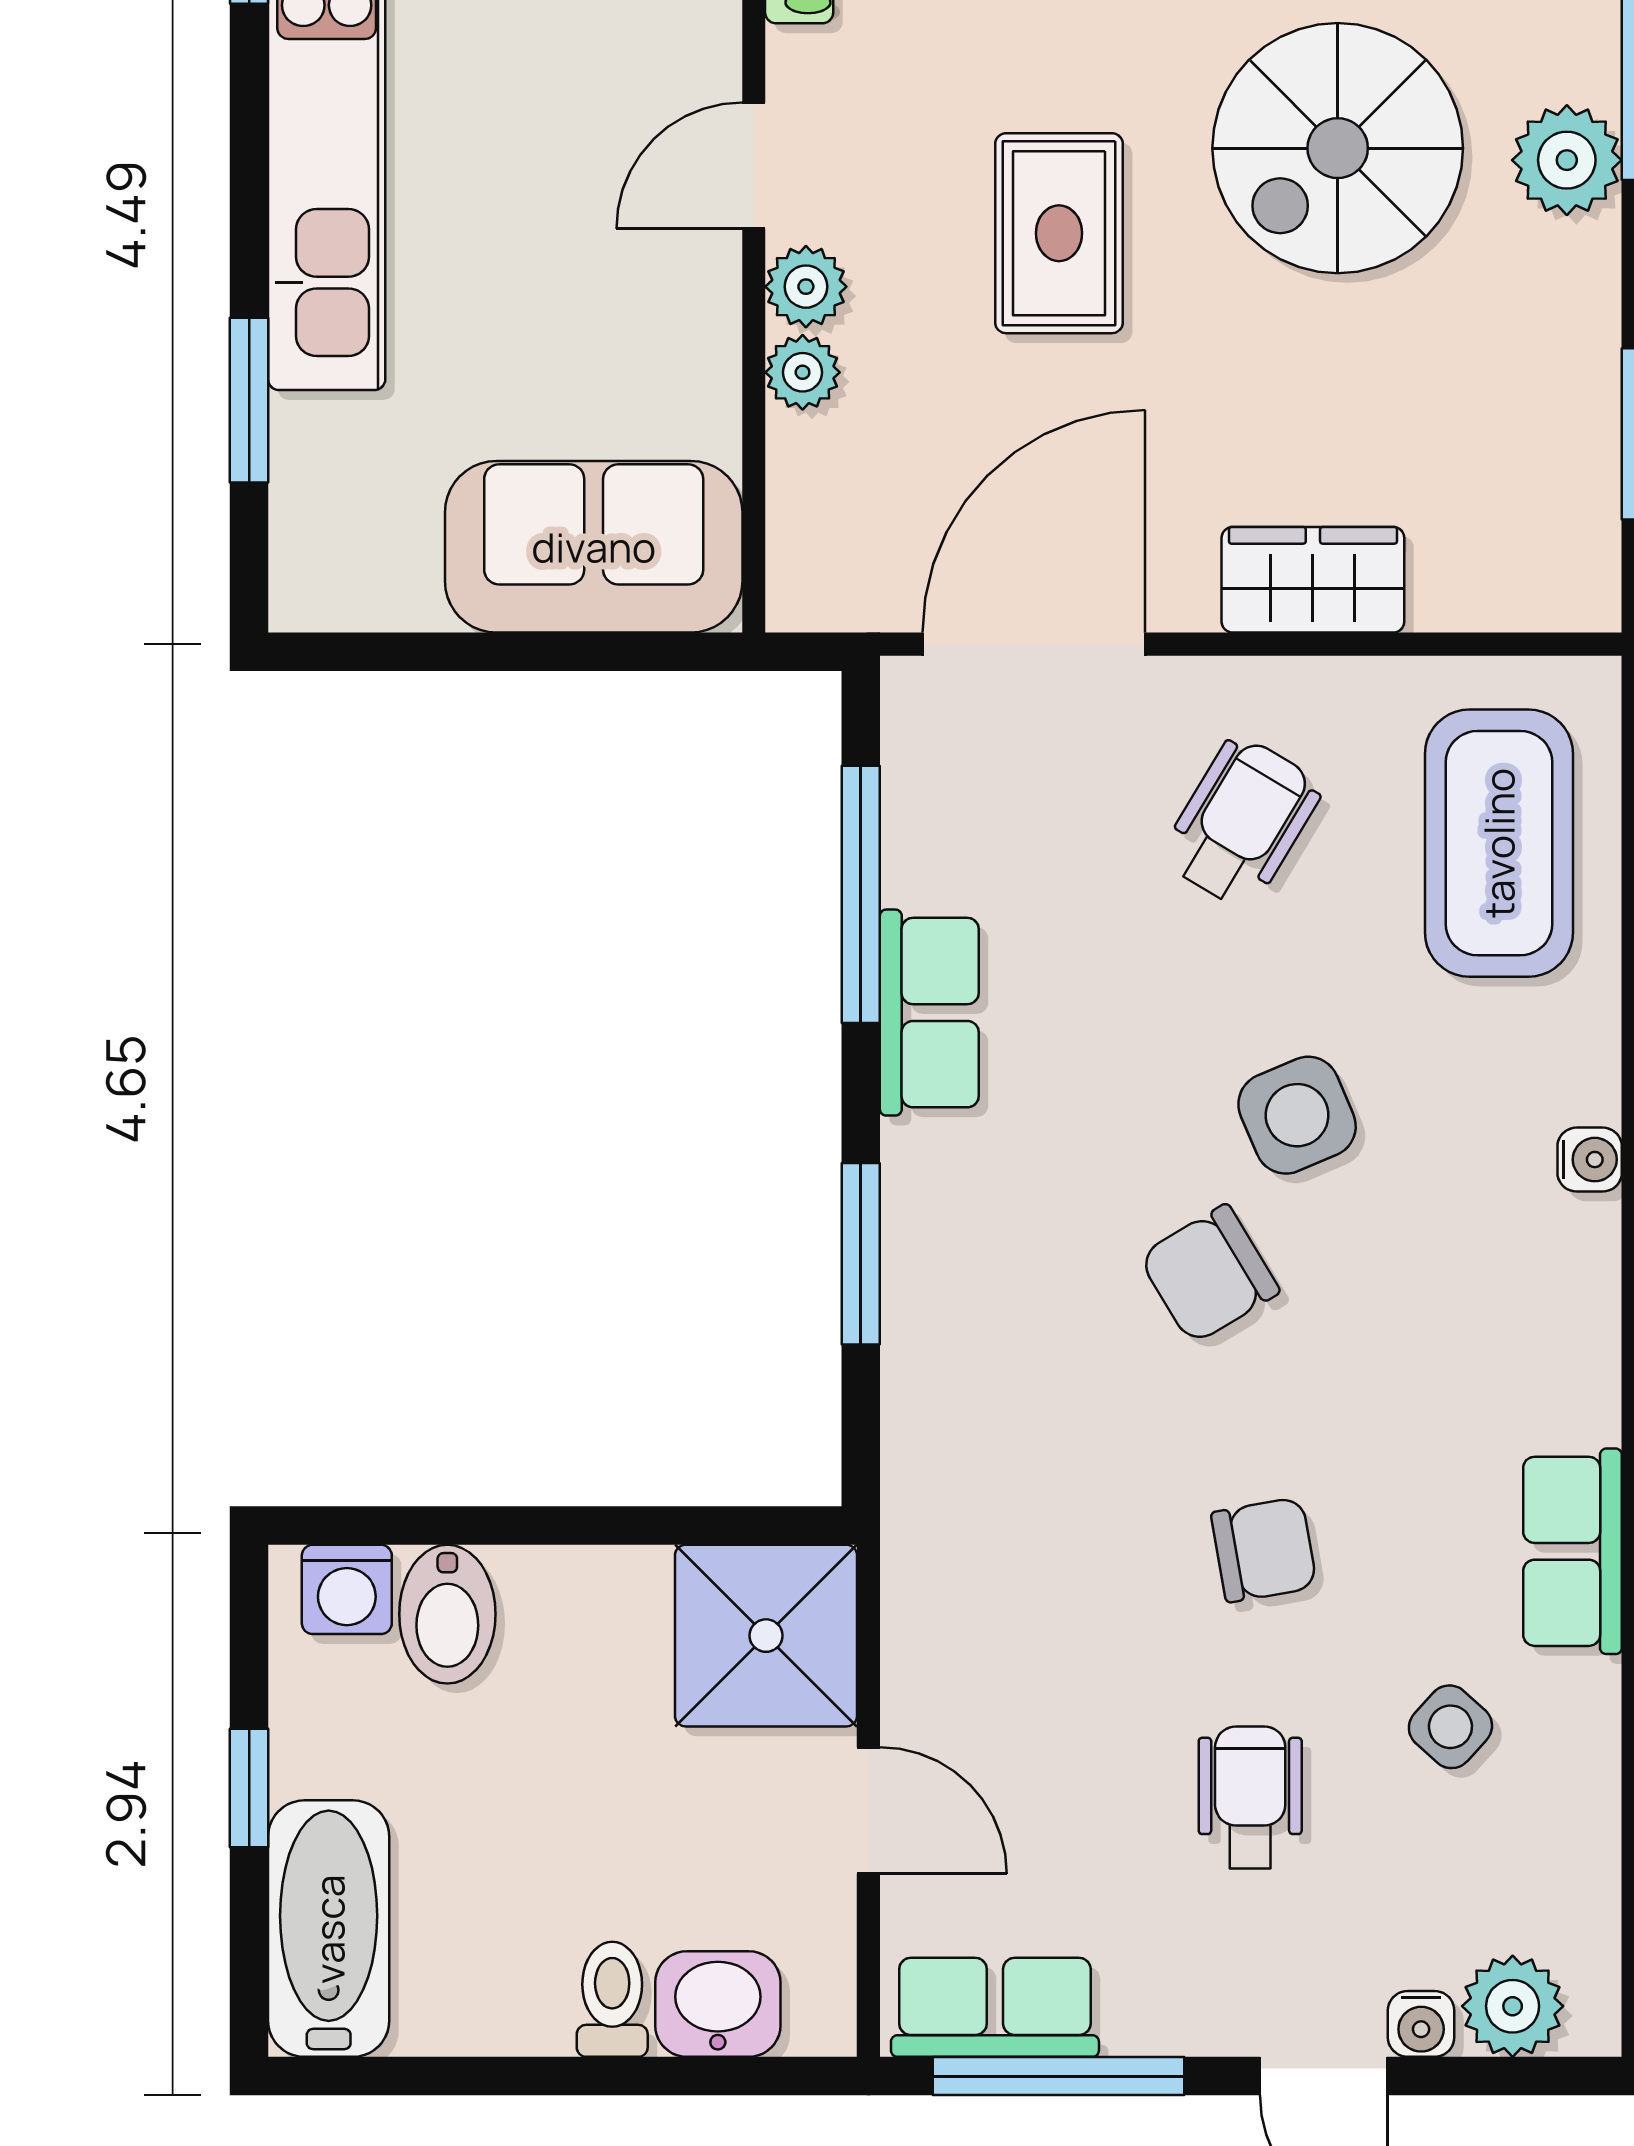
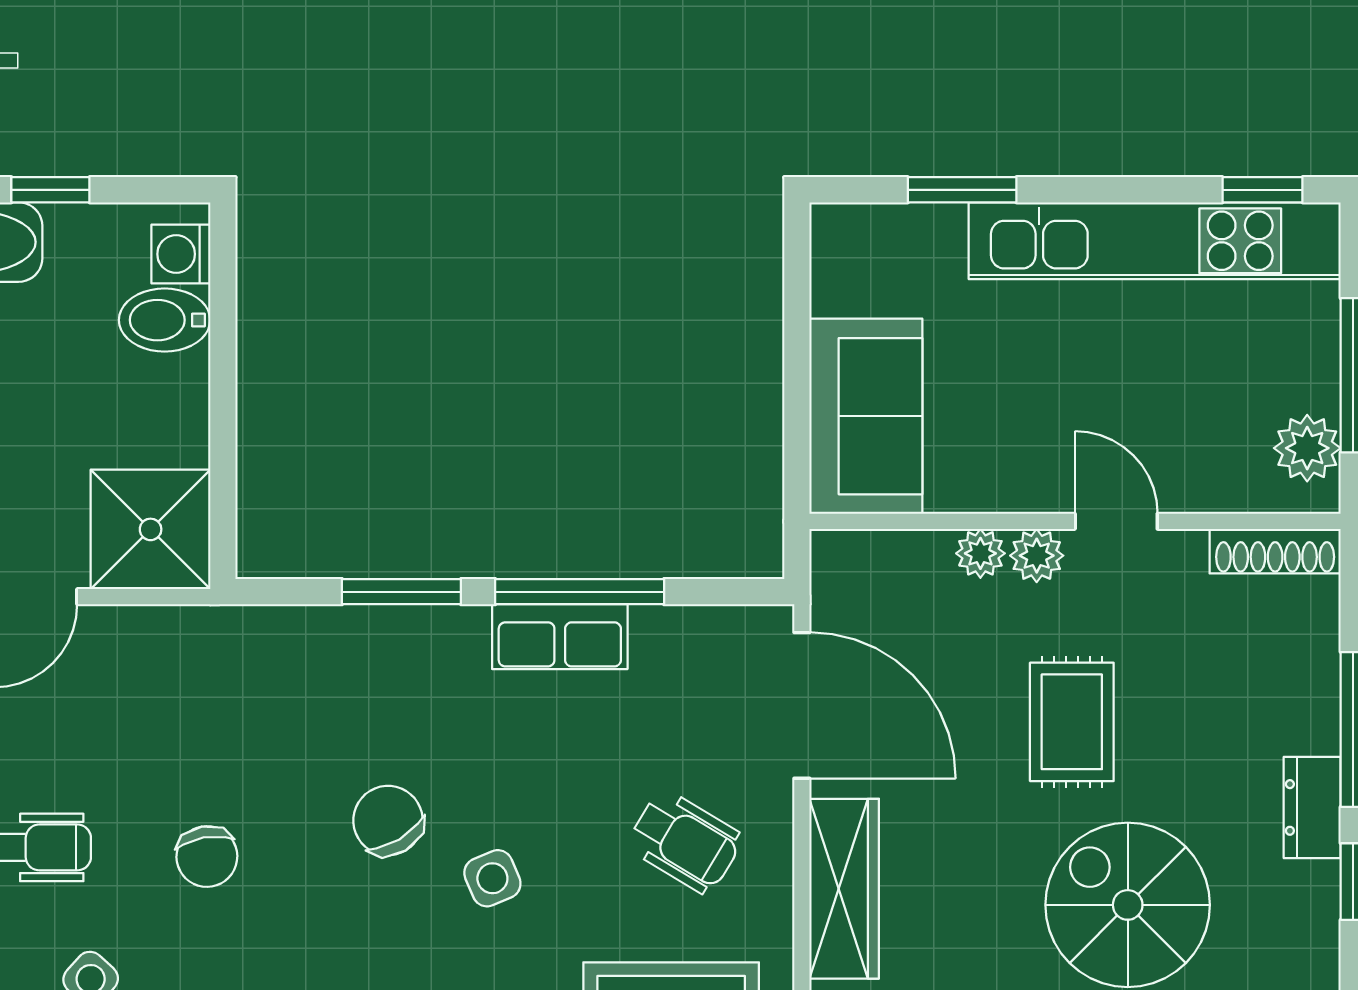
rug: (1059, 233) -> (1072, 722), turned 90
wardrobe: (1313, 580) -> (844, 889), width x1.50
window: (861, 894) -> (580, 592), moved
side table: (1297, 1115) -> (492, 878), width x0.73, depth x0.73

